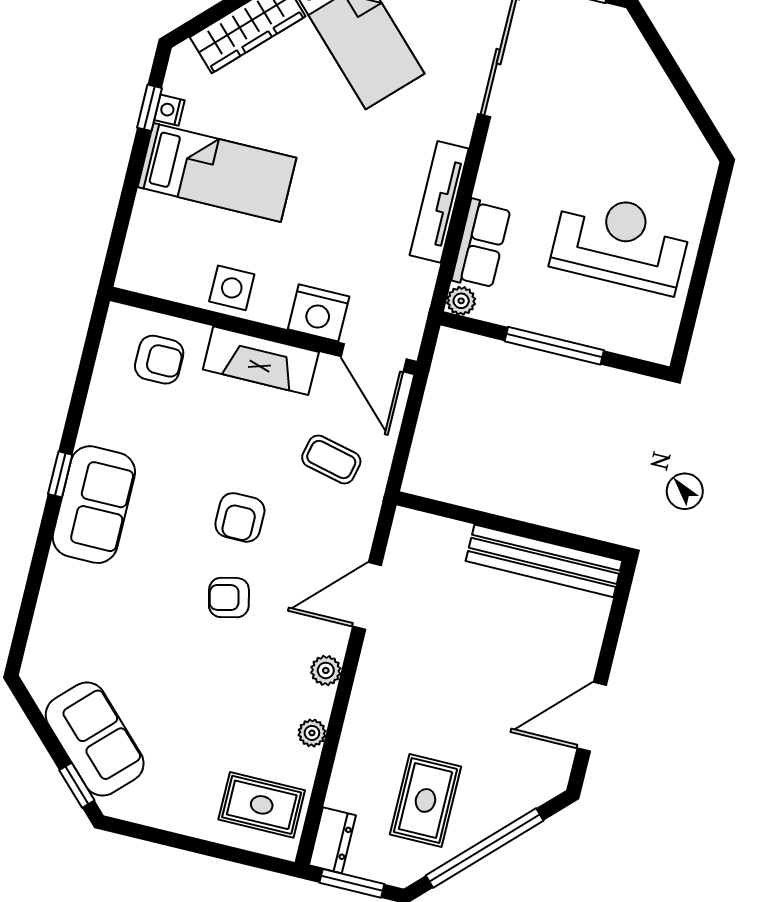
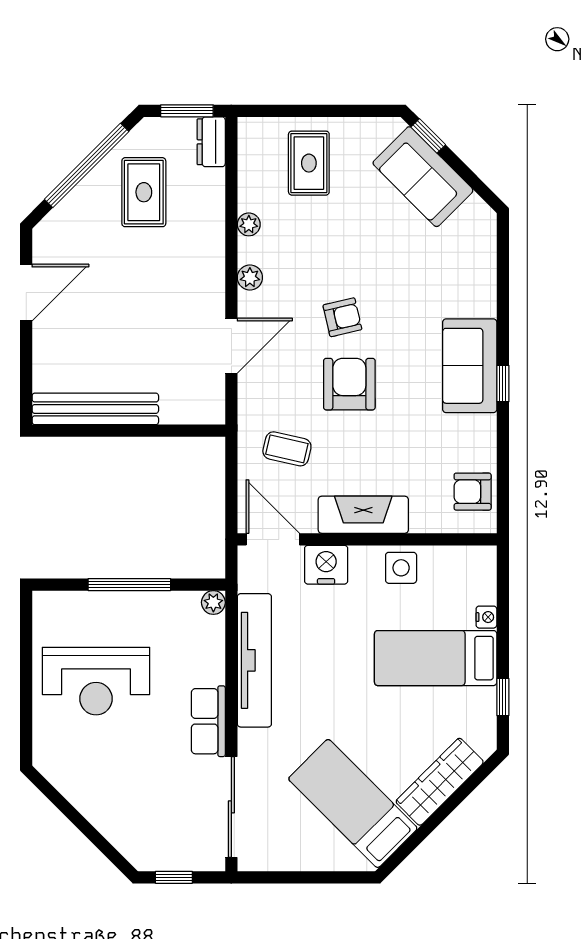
nightstand: (169, 110) -> (486, 617), moved
tv unit: (439, 202) -> (254, 660), width x1.36, depth x1.29
row of seats: (481, 244) -> (208, 721), moved
armchair: (159, 360) -> (473, 492), moved
armchair: (240, 517) -> (349, 384), width x1.38, depth x1.38
rug: (262, 805) -> (309, 163), moved, turned 90

